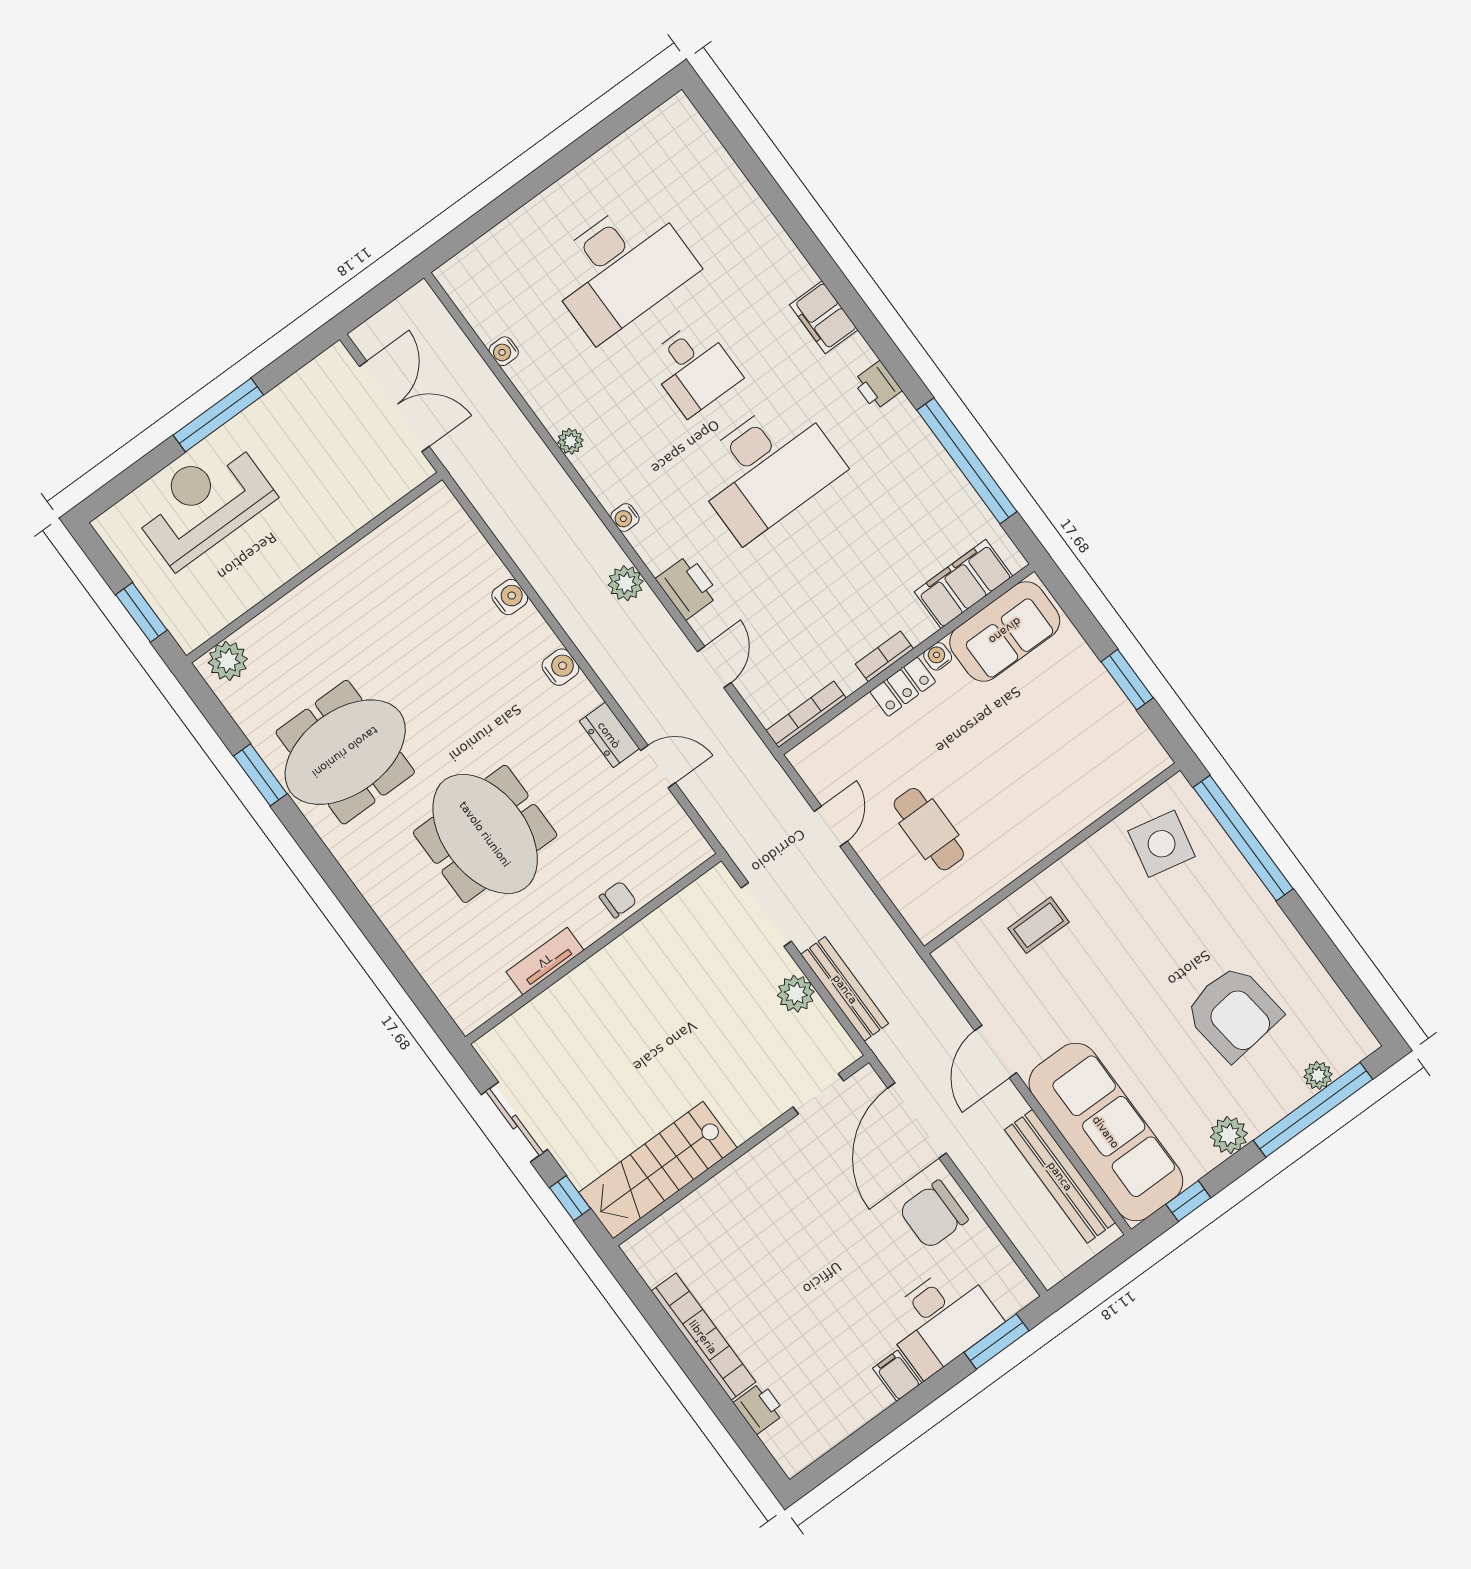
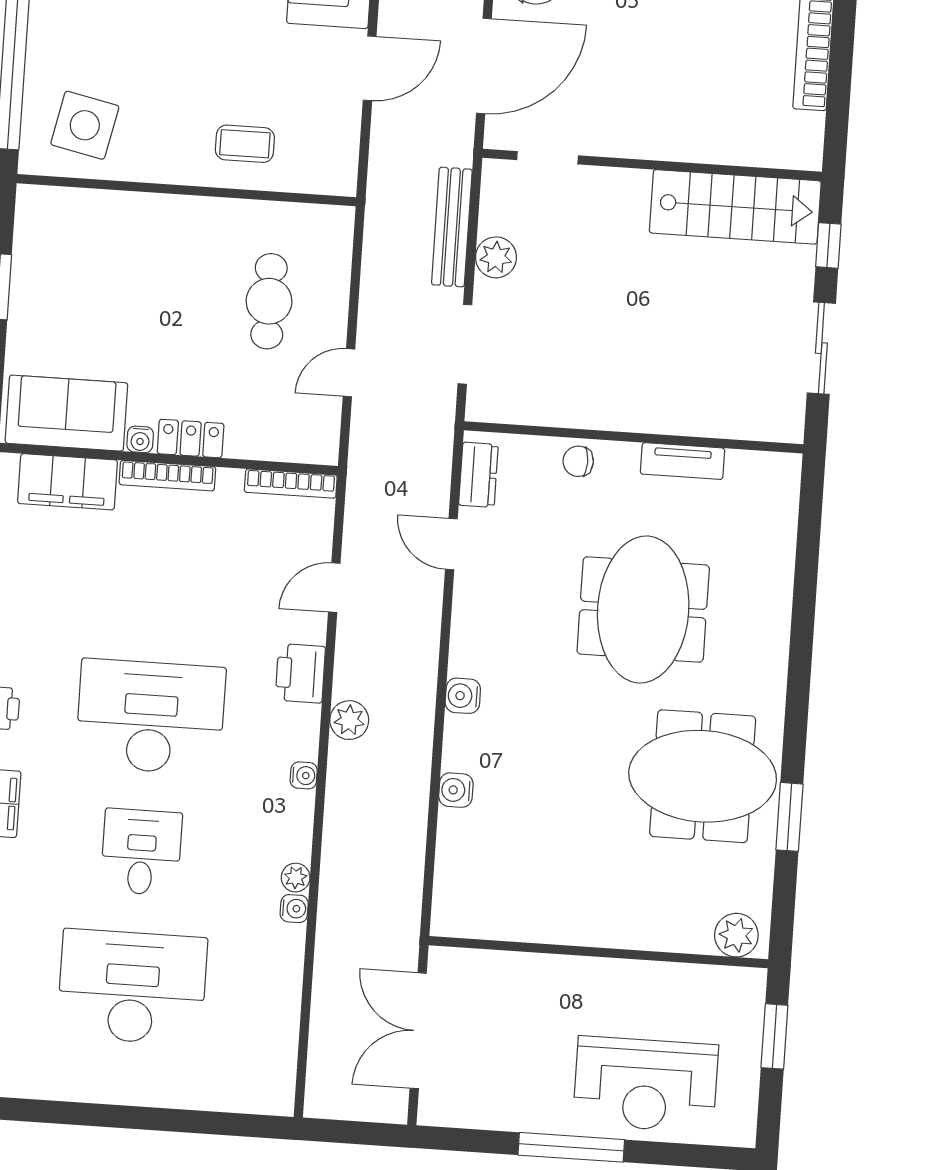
water cooler: (504, 351) -> (294, 909), moved
bookcase: (884, 656) -> (167, 476), width x1.56
dresser: (609, 735) -> (478, 475), moved

